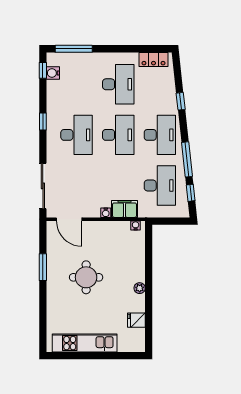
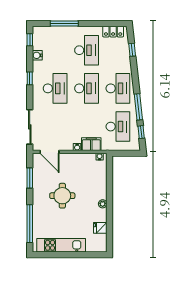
window: (74, 49) -> (64, 23), moved
water cooler: (53, 73) -> (37, 55), moved
window: (181, 101) -> (132, 50), moved
window: (43, 267) -> (30, 178), moved
window: (43, 314) -> (30, 224), added

